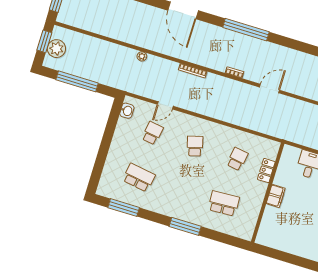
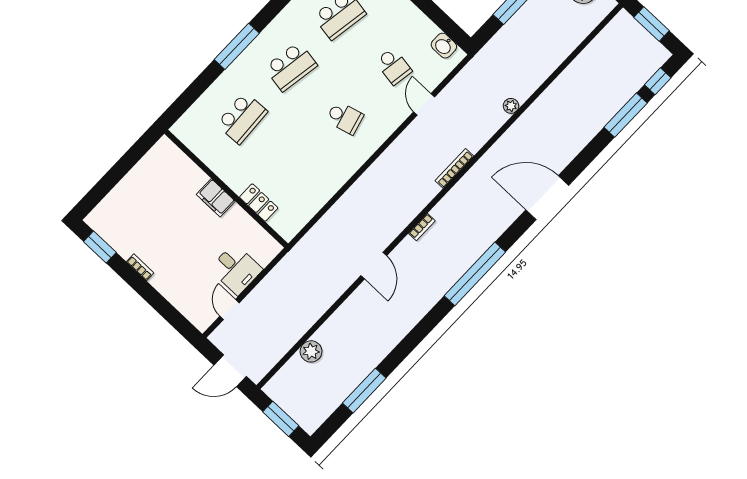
school desk: (237, 159) -> (291, 67), moved, width x1.85

